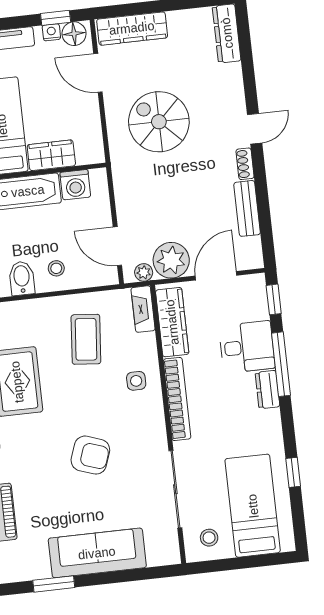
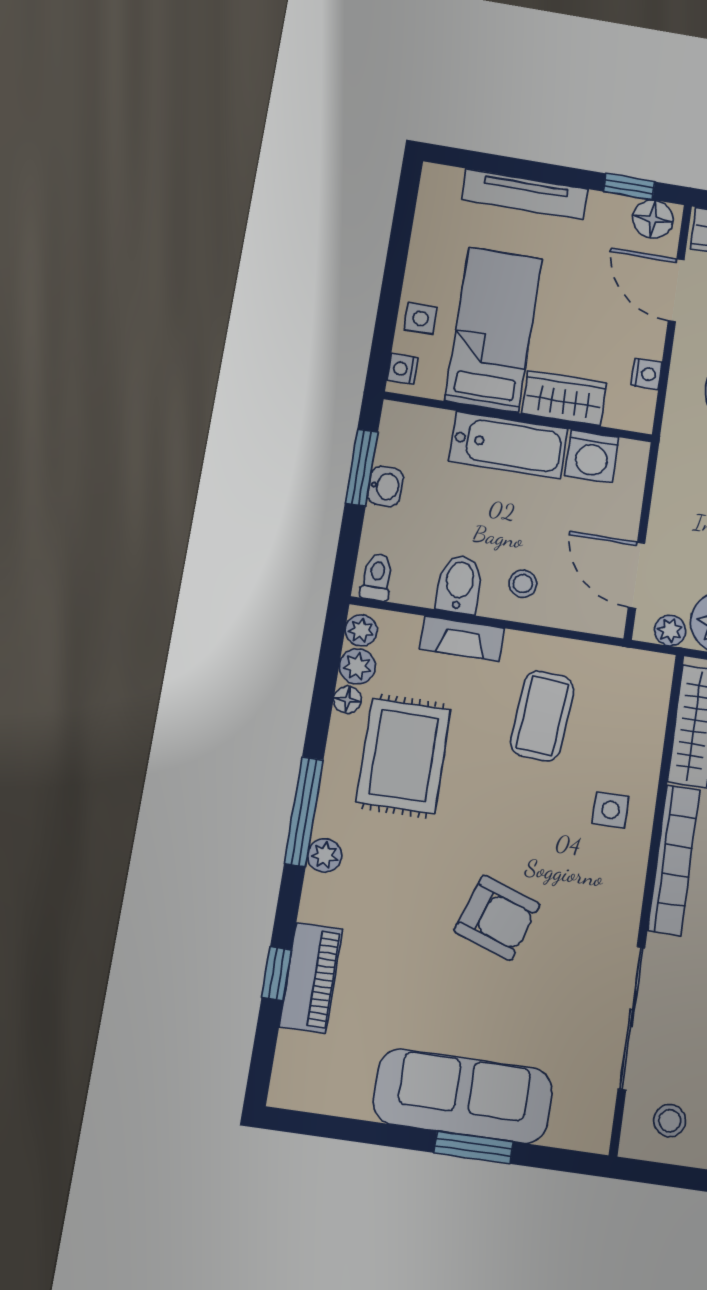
nightstand: (51, 32) -> (646, 374), moved, turned 90
fireplace: (143, 309) -> (462, 639), moved, turned -90
window: (54, 584) -> (474, 1147), moved

